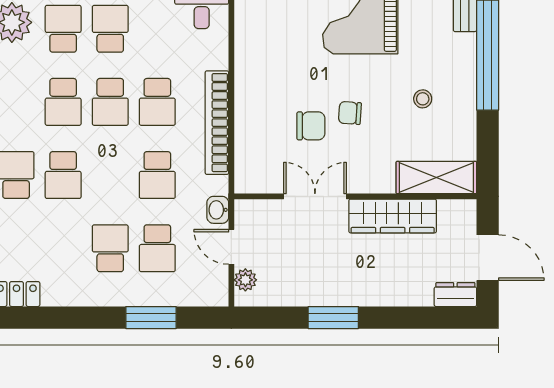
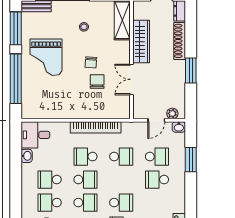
school desk: (157, 102) -> (85, 157), turned 180
washbasin: (218, 210) -> (179, 127), moved
shoe rack: (394, 295) -> (180, 41), added

